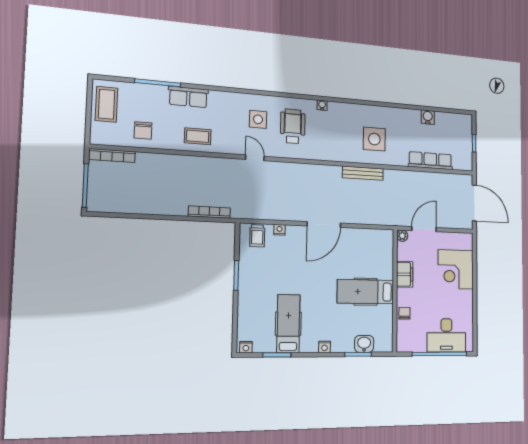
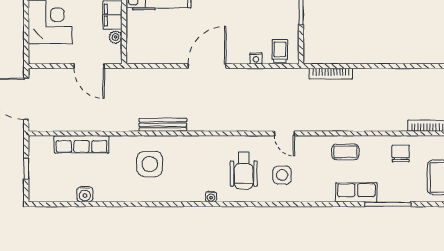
door: (424, 229) -> (89, 66), hinge flipped
plant: (402, 236) -> (116, 37), moved

